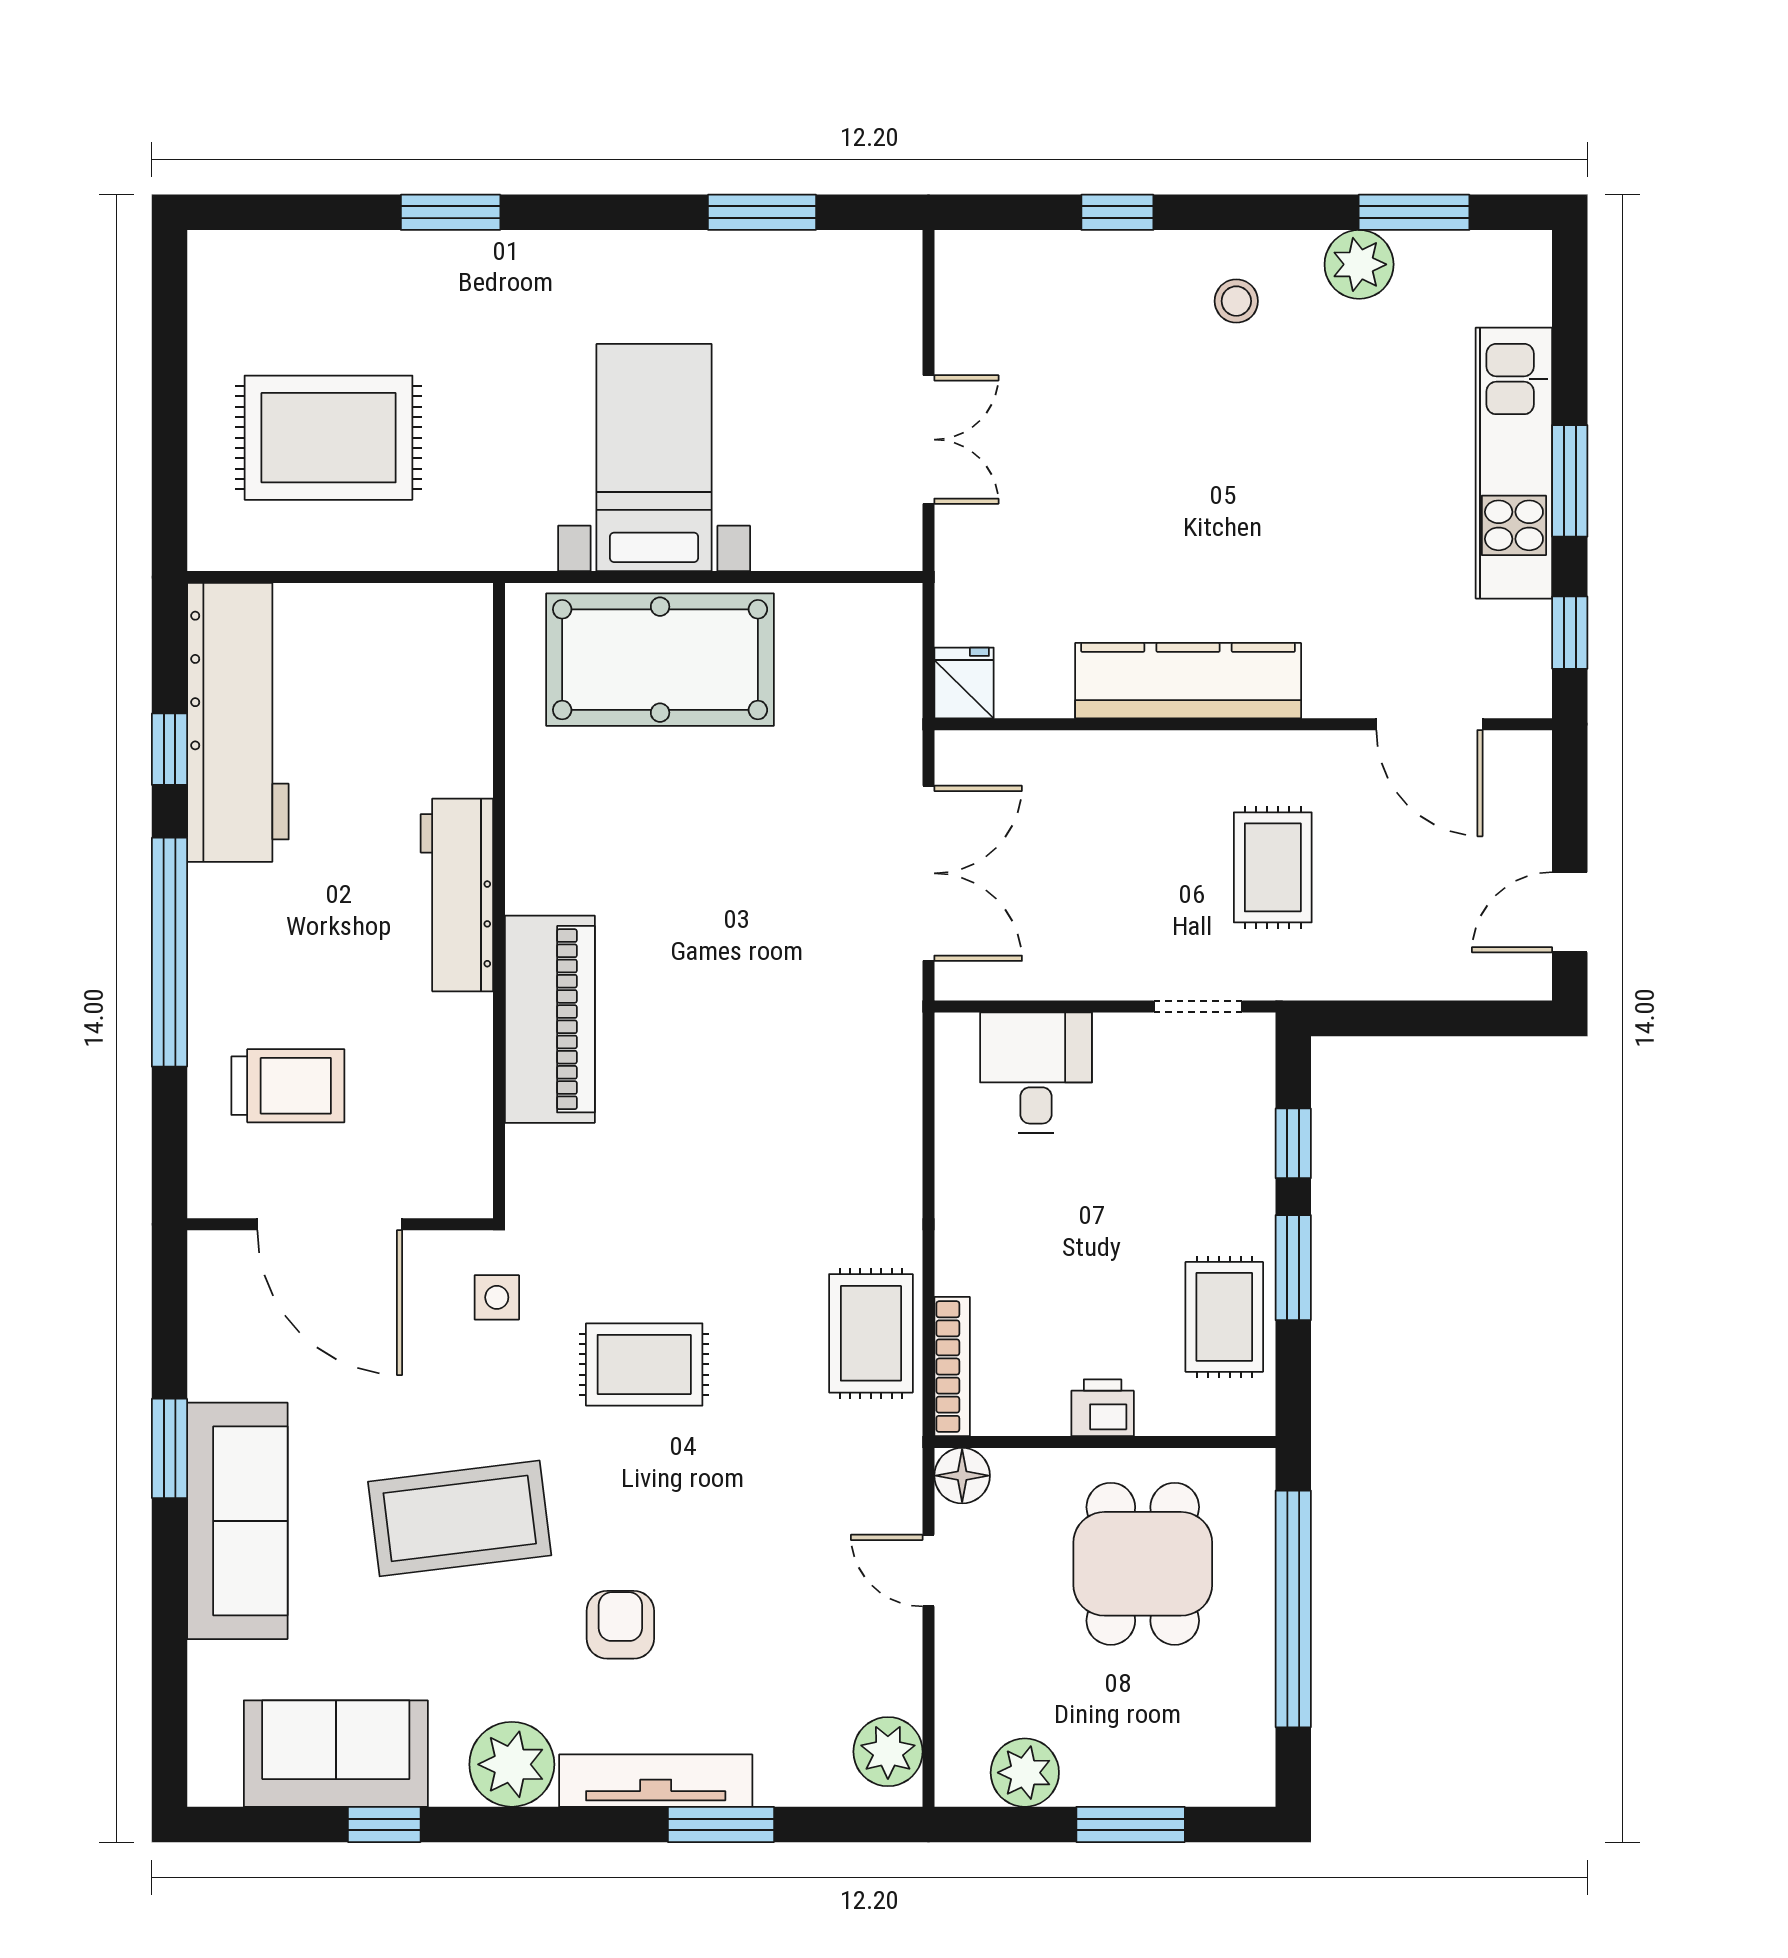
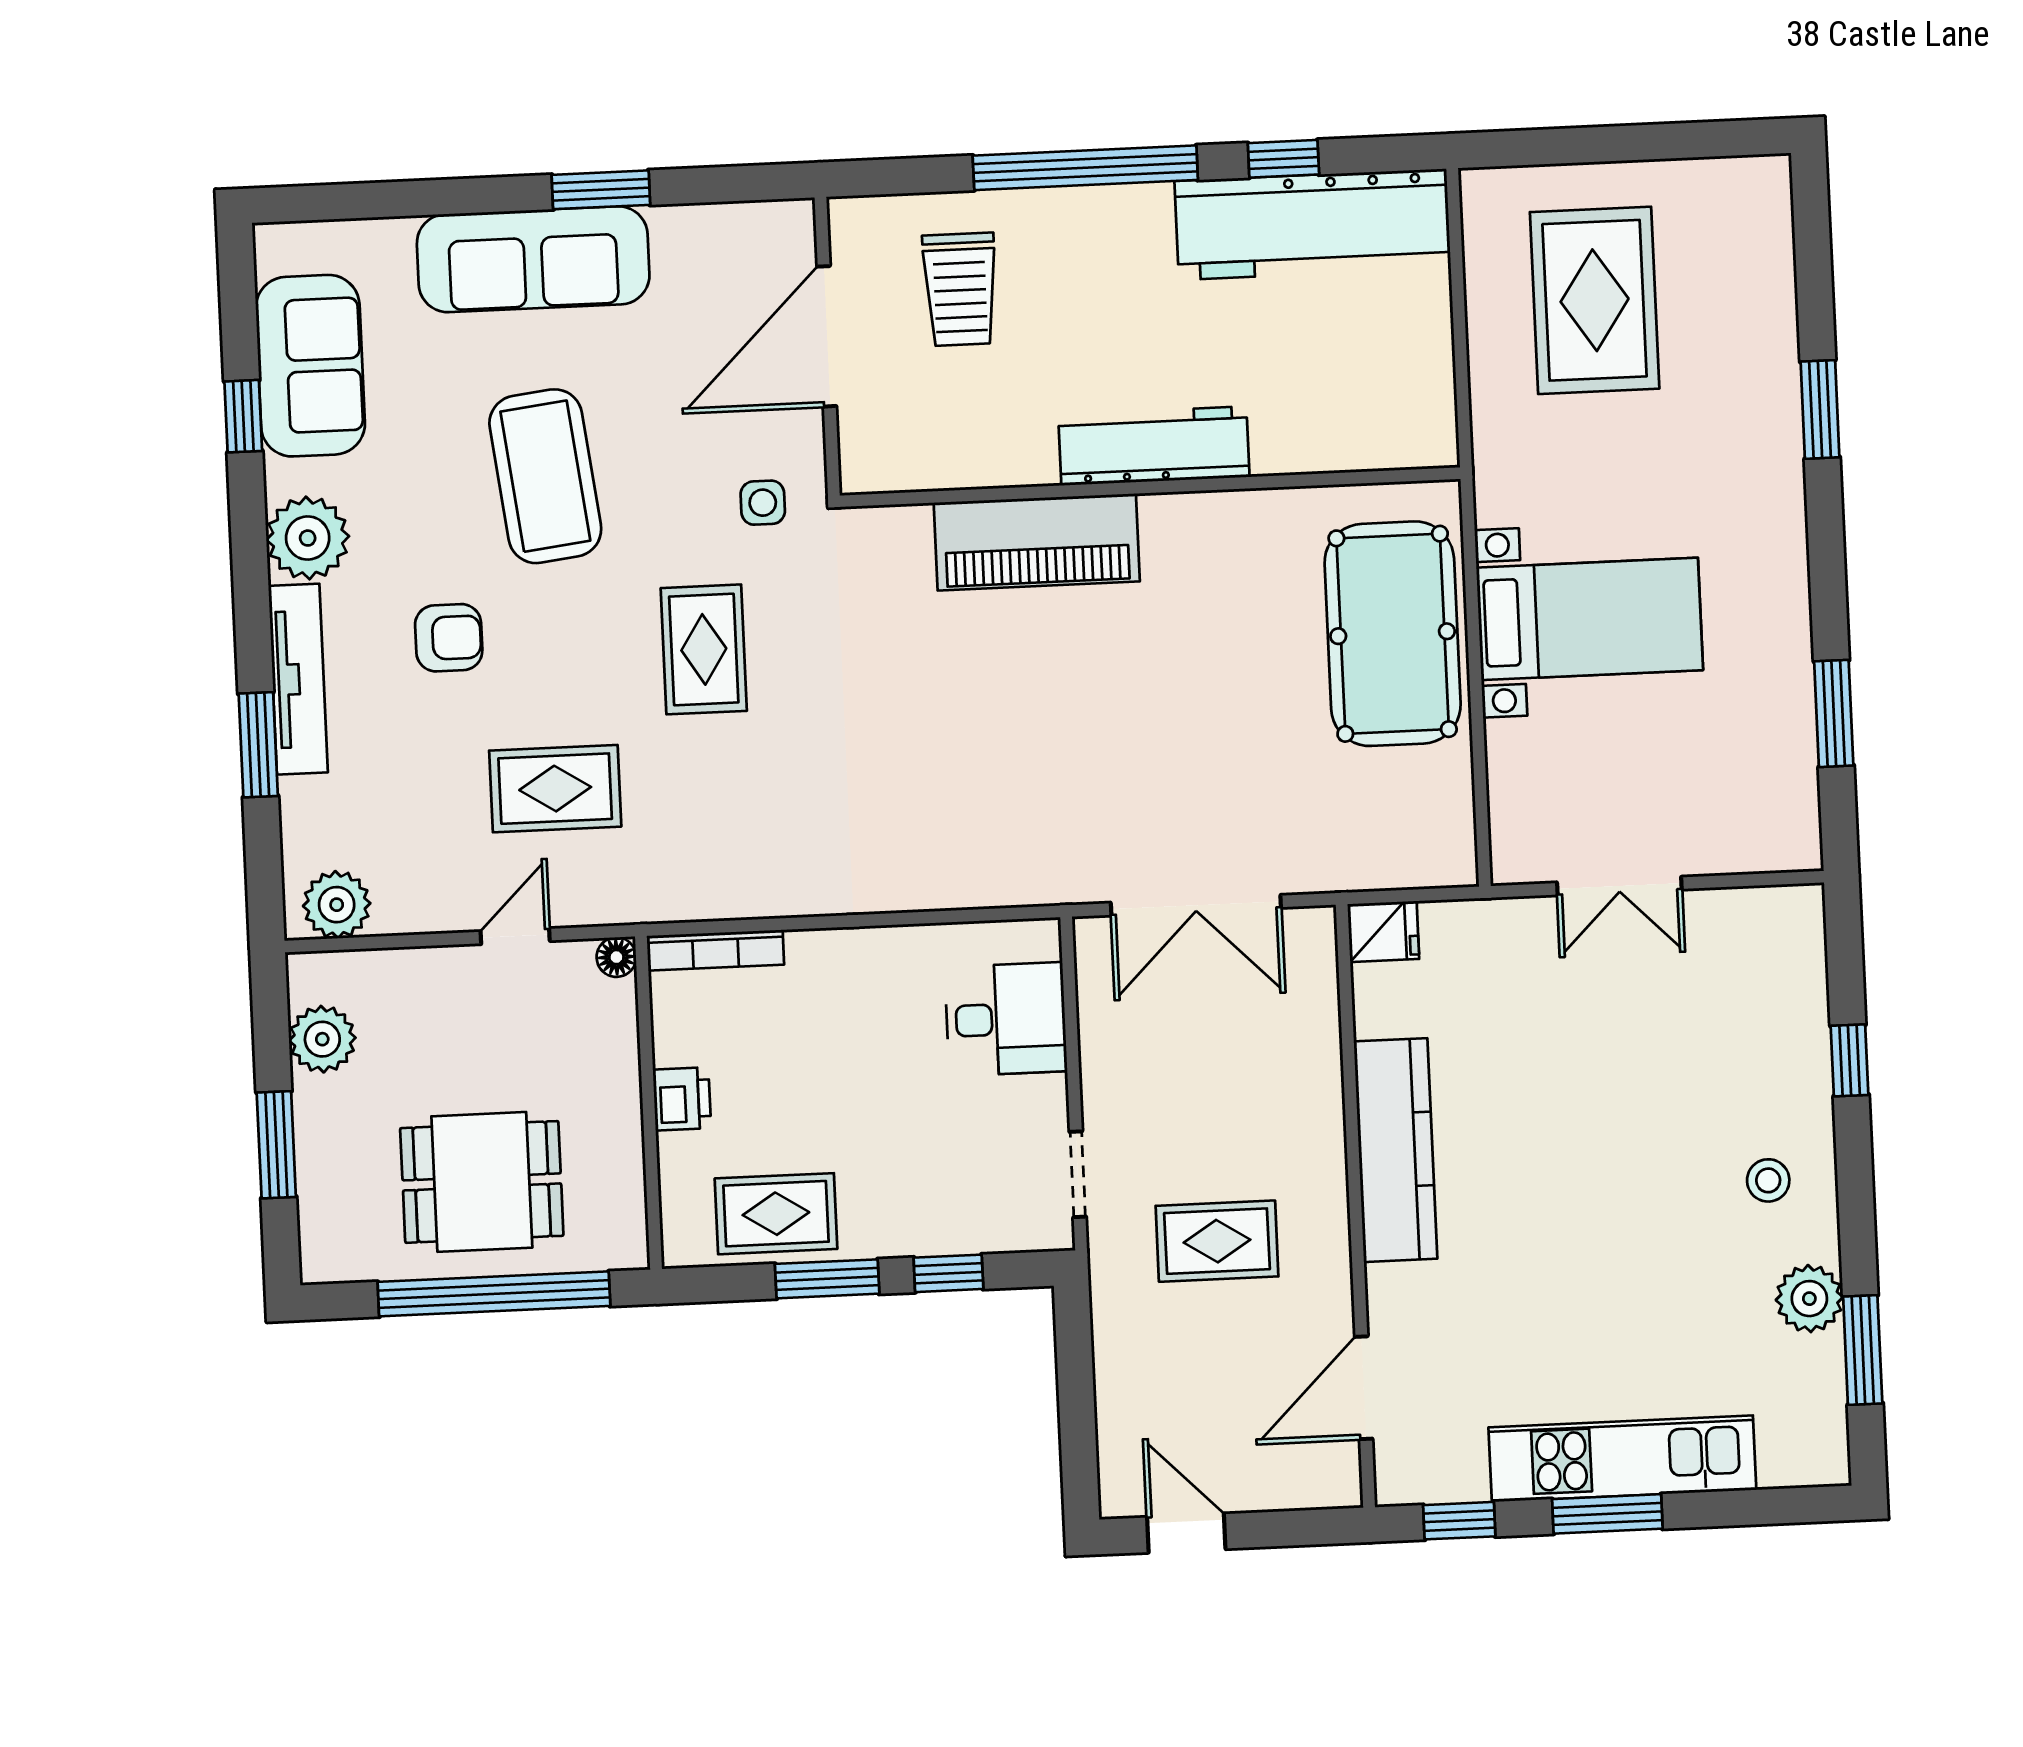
rug: (871, 1333) -> (555, 789), moved
floor lamp: (962, 1476) -> (616, 957), width x0.73, depth x0.73
dining table: (1143, 1564) -> (482, 1182), moved

